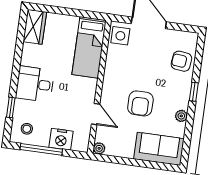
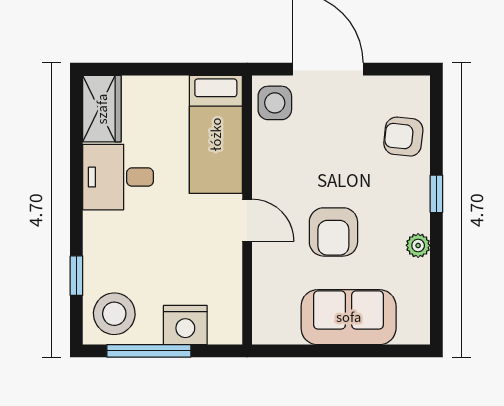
desk: (35, 84) -> (118, 177), moved
door: (96, 114) -> (247, 220), moved
stool: (27, 129) -> (114, 314), width x1.89, depth x1.89
plant: (99, 148) -> (264, 333), removed
sofa: (159, 149) -> (349, 317), moved

